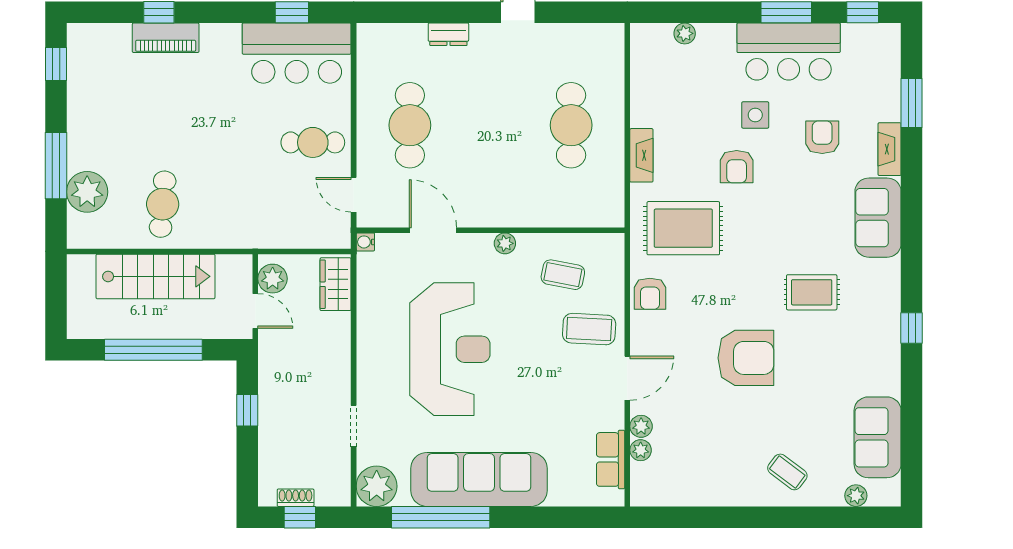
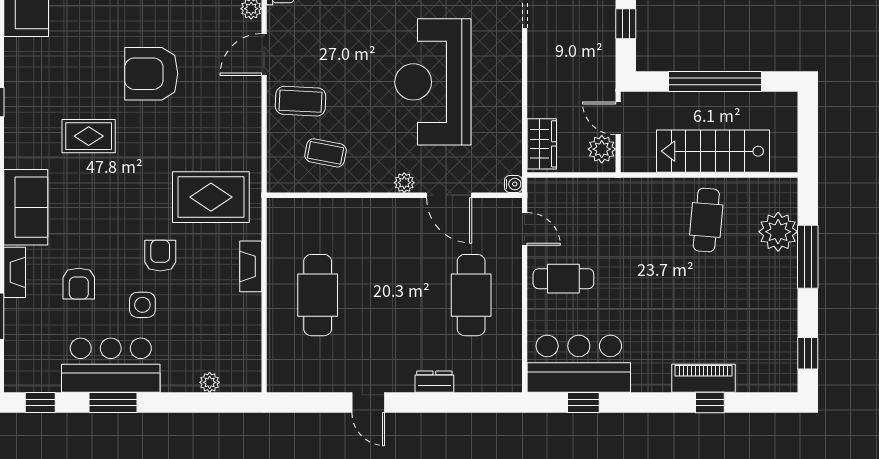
plant: (505, 243) -> (404, 183), moved
armchair: (650, 294) -> (243, 135), removed

